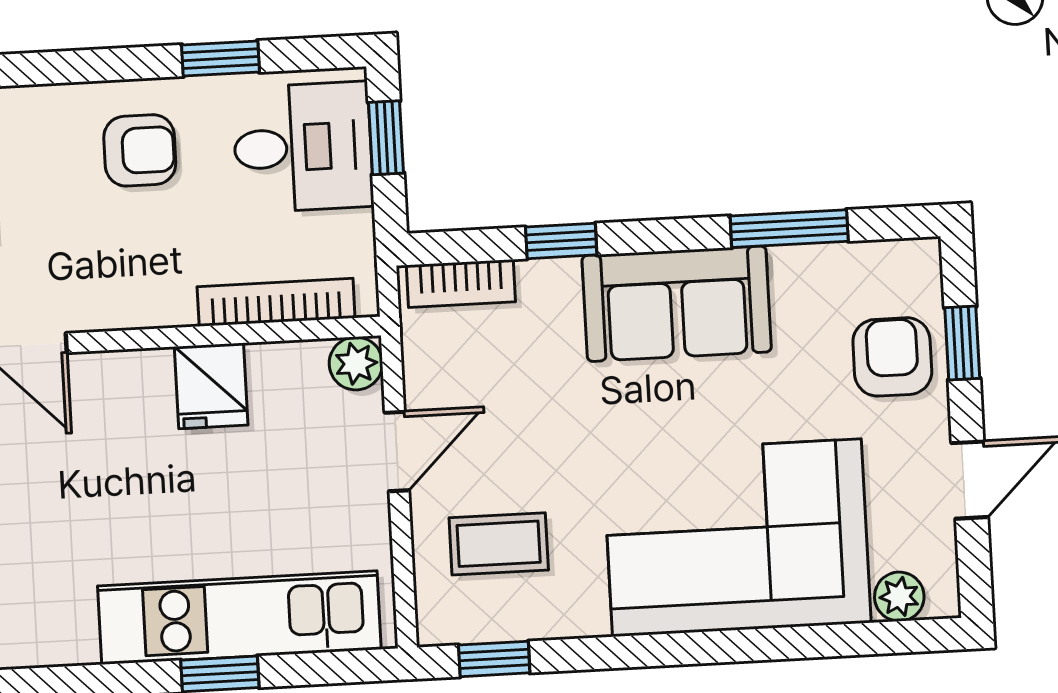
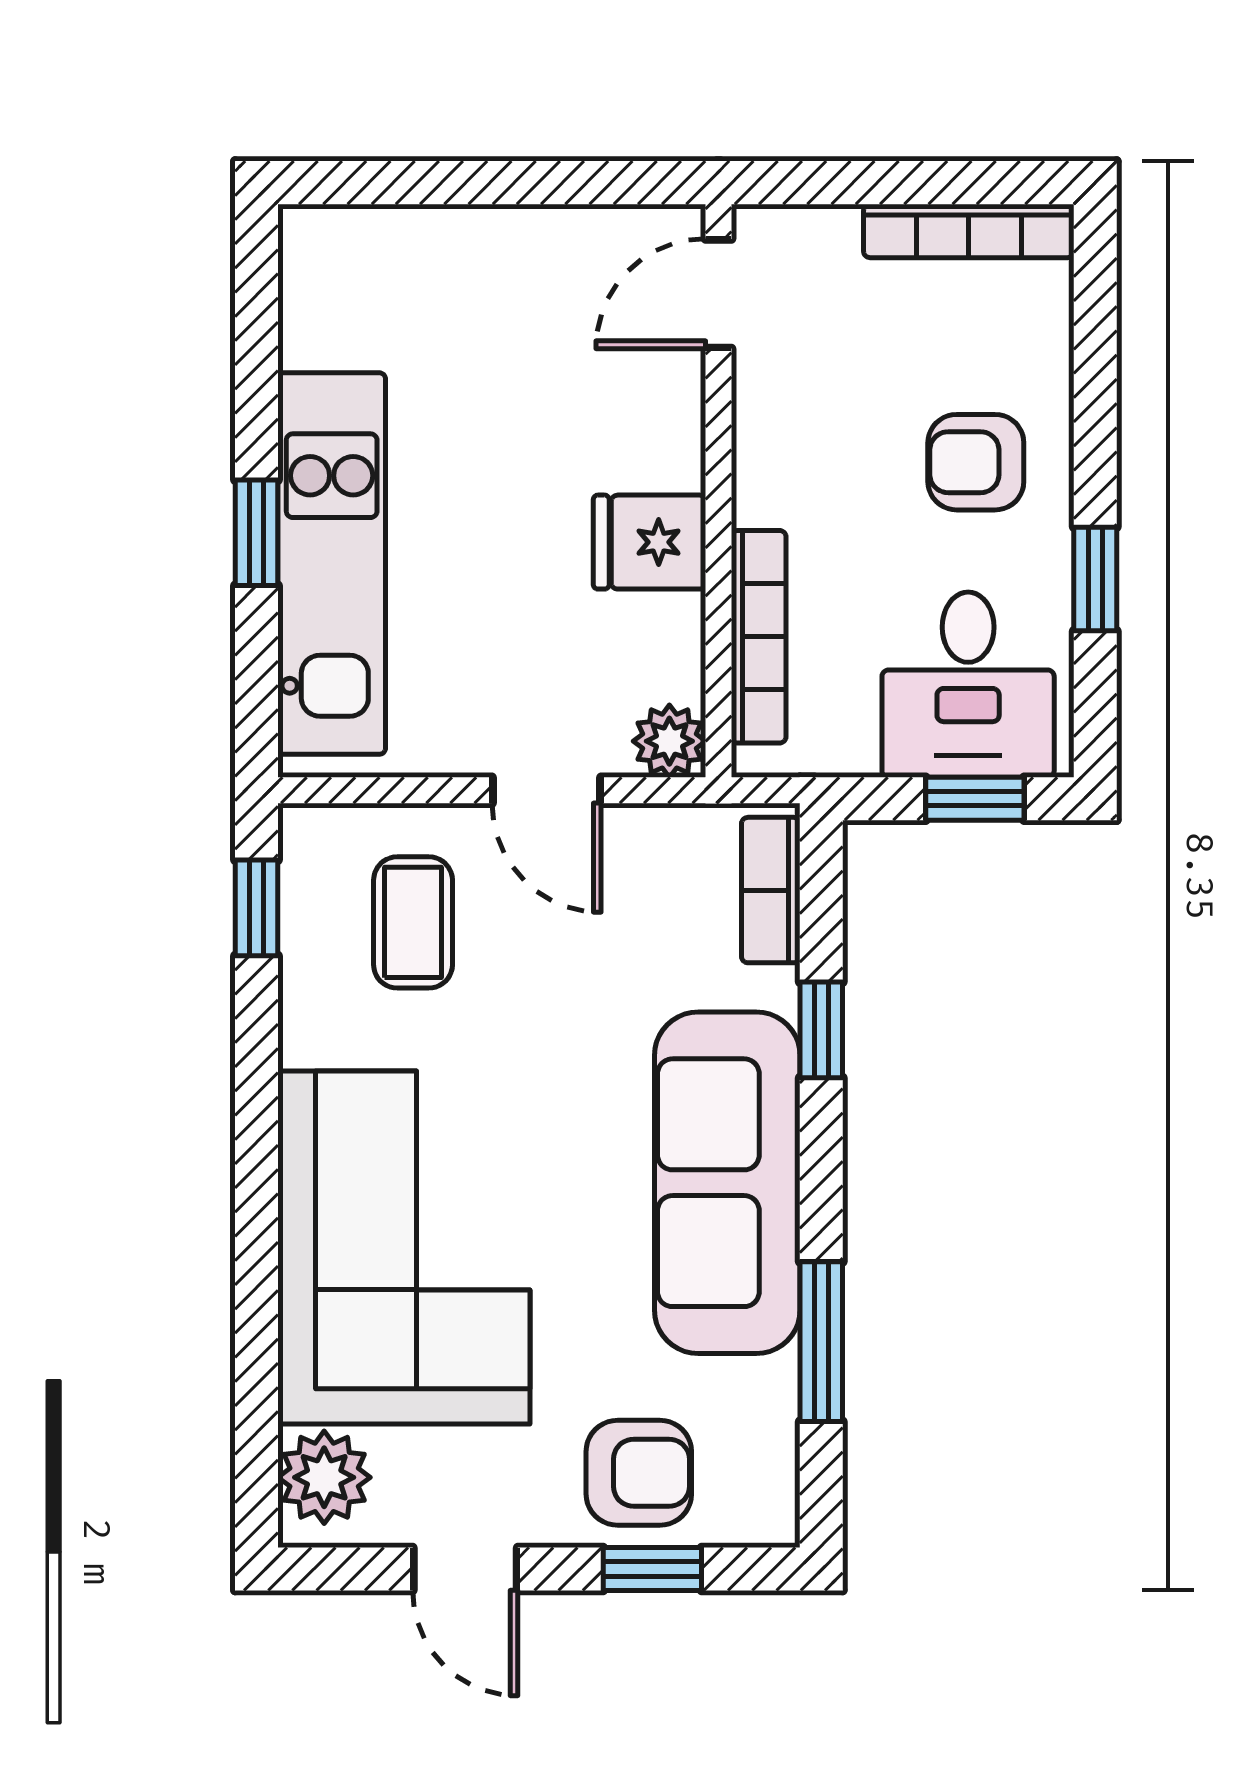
armchair: (140, 150) -> (976, 462), turned 90
sofa: (677, 304) -> (727, 1183), width x1.36
plant: (899, 597) -> (324, 1477), width x1.38, depth x1.38

